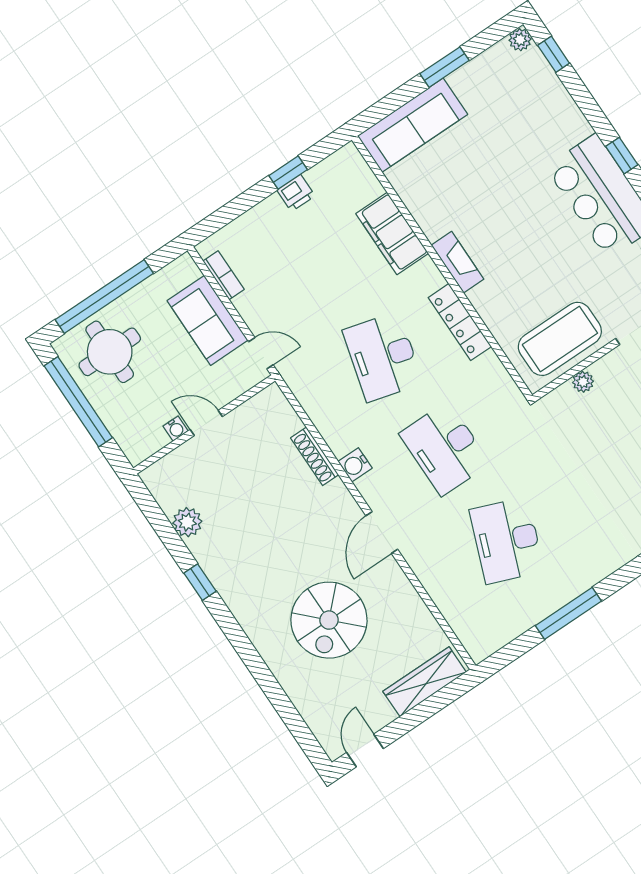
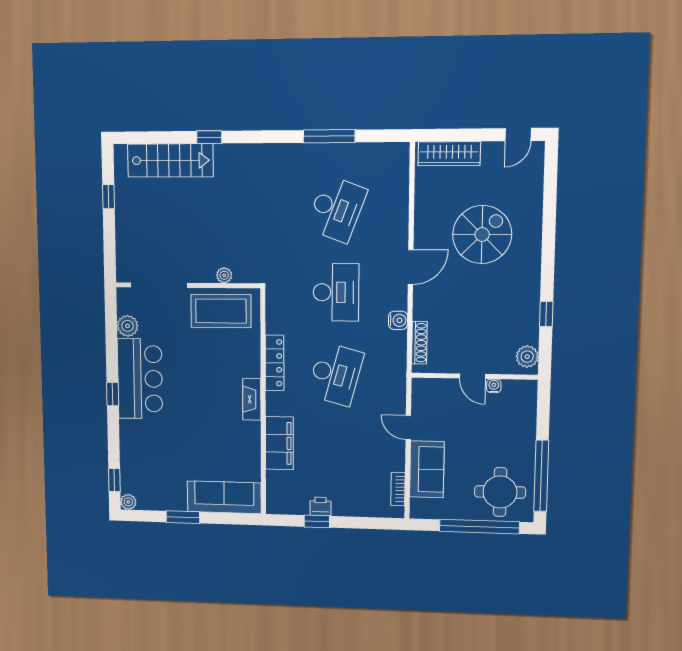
door: (206, 423) -> (472, 376), moved
wall: (204, 424) -> (474, 376), moved
water cooler: (176, 429) -> (494, 386), moved

